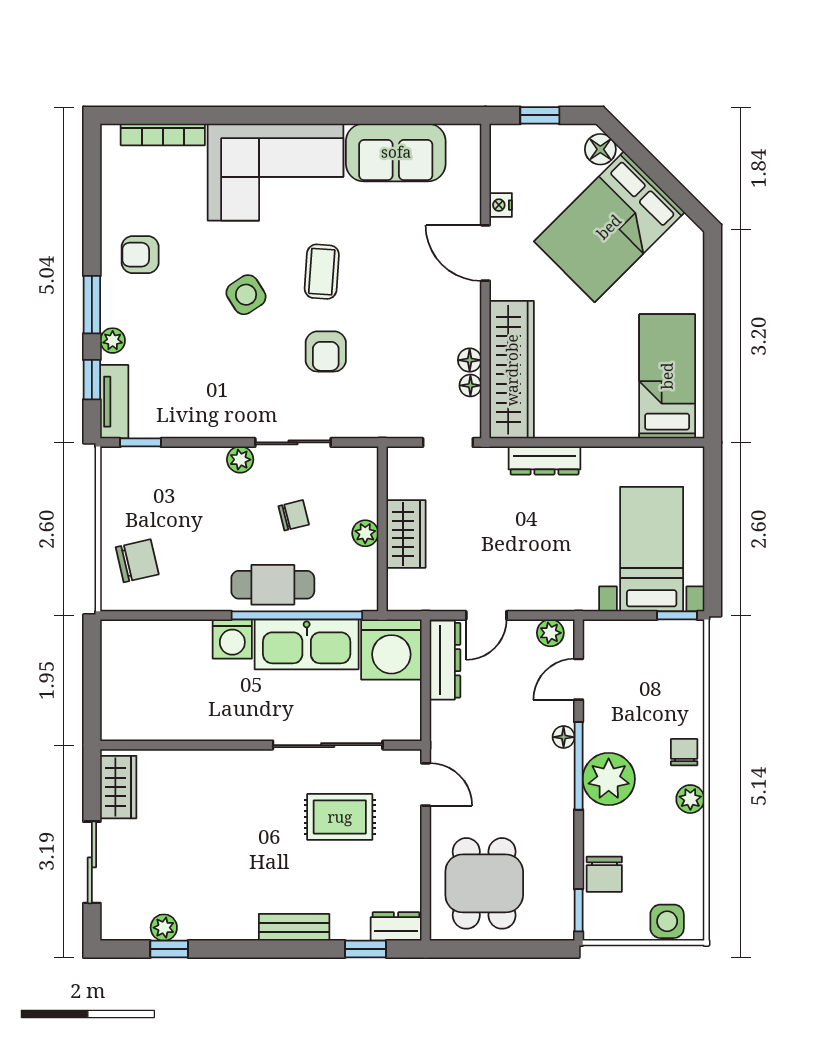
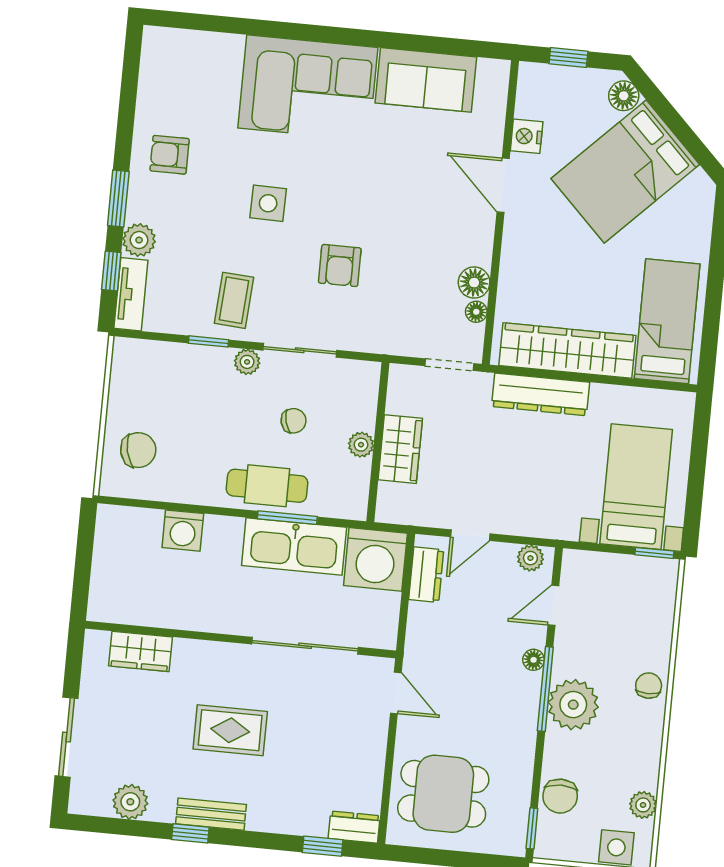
bookcase: (163, 134) -> (203, 41), removed
nightstand: (501, 205) -> (527, 136), width x1.39, depth x1.35
coffee table: (322, 272) -> (234, 300), moved
side table: (246, 295) -> (268, 203), turned 34
plant: (113, 341) -> (139, 240), width x1.38, depth x1.38
floor lamp: (470, 360) -> (474, 283), width x1.37, depth x1.37
wardrobe: (512, 370) -> (567, 350), moved, turned -90
window: (141, 442) -> (208, 341), moved
dresser: (545, 460) -> (541, 394), width x1.37, depth x1.24
window: (297, 615) -> (287, 518), width x0.47
washing machine: (232, 639) -> (183, 531), moved
dresser: (445, 660) -> (426, 575), width x0.70
wardrobe: (118, 787) -> (141, 651), moved, turned 90
plant: (690, 799) -> (643, 805), moved
rug: (340, 817) -> (230, 730), moved
dining table: (484, 883) -> (443, 794), turned 90
bench: (294, 927) -> (211, 814), moved
plant: (164, 928) -> (130, 802), width x1.38, depth x1.38
window: (169, 949) -> (190, 833), moved

